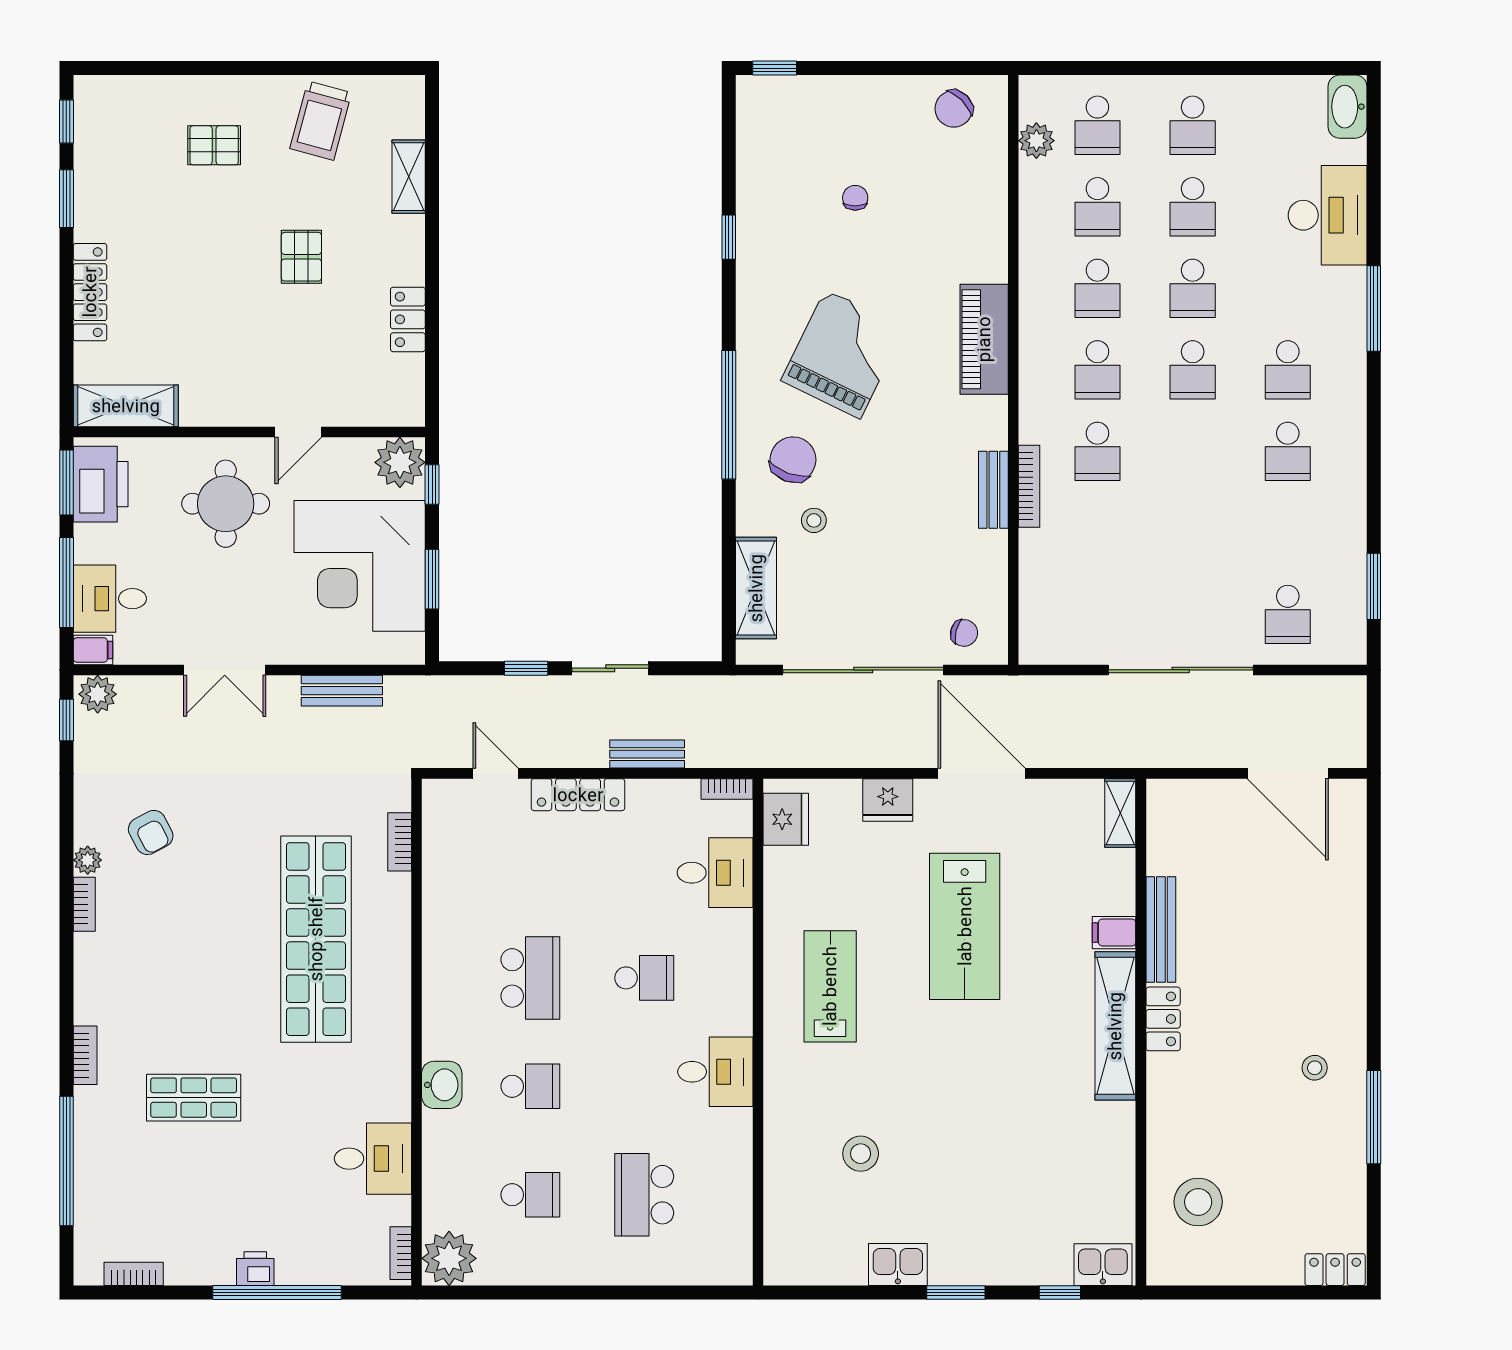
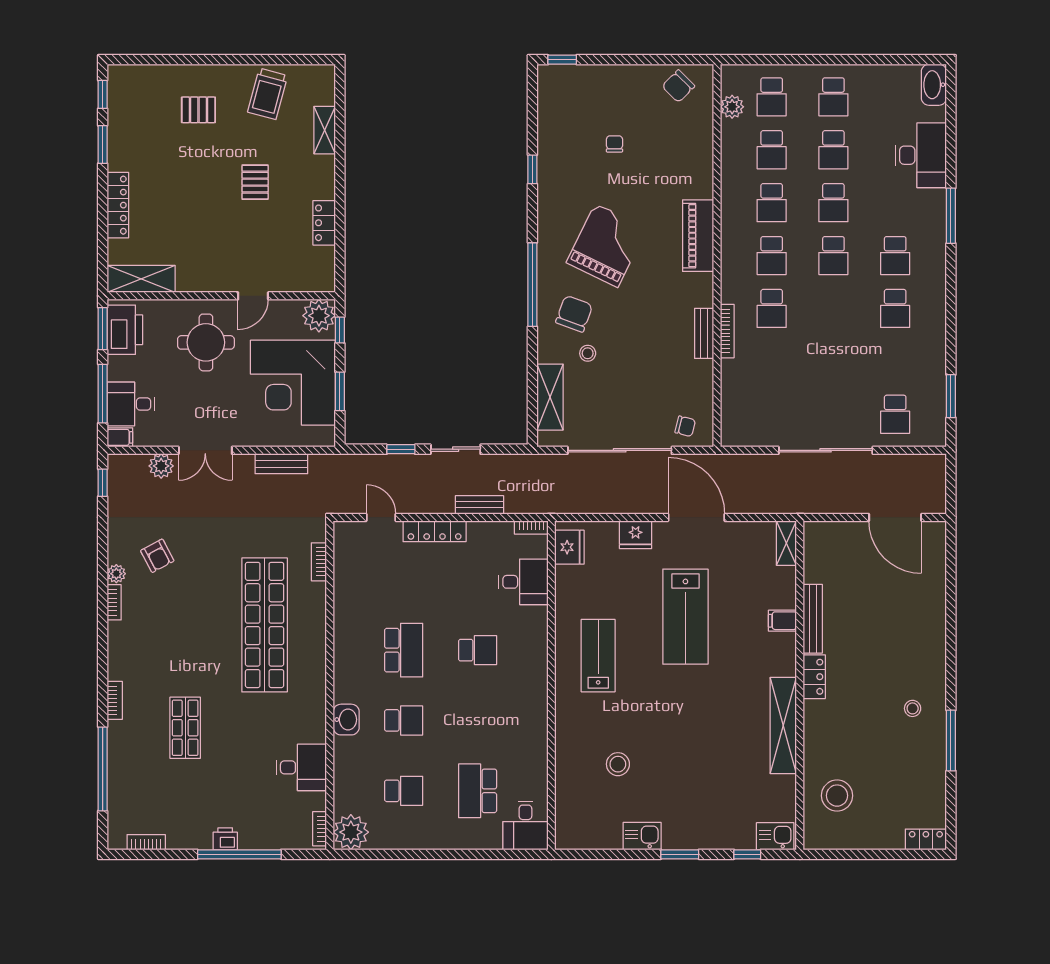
plant: (98, 694) -> (161, 466), moved
shelving: (1115, 1026) -> (783, 726), moved
desk: (715, 1072) -> (525, 825), moved, turned 90
shop shelf: (194, 1098) -> (185, 728), turned 90

